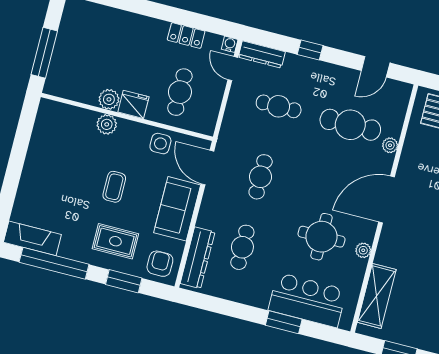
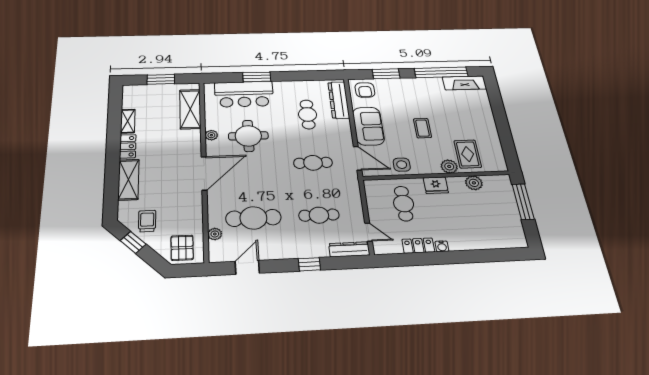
water cooler: (230, 44) -> (442, 246), moved
plant: (109, 99) -> (474, 183), moved
plant: (390, 145) -> (215, 234), moved
cafe table: (261, 177) -> (313, 163), turned 90
rug: (115, 241) -> (468, 154), moved, turned 90

